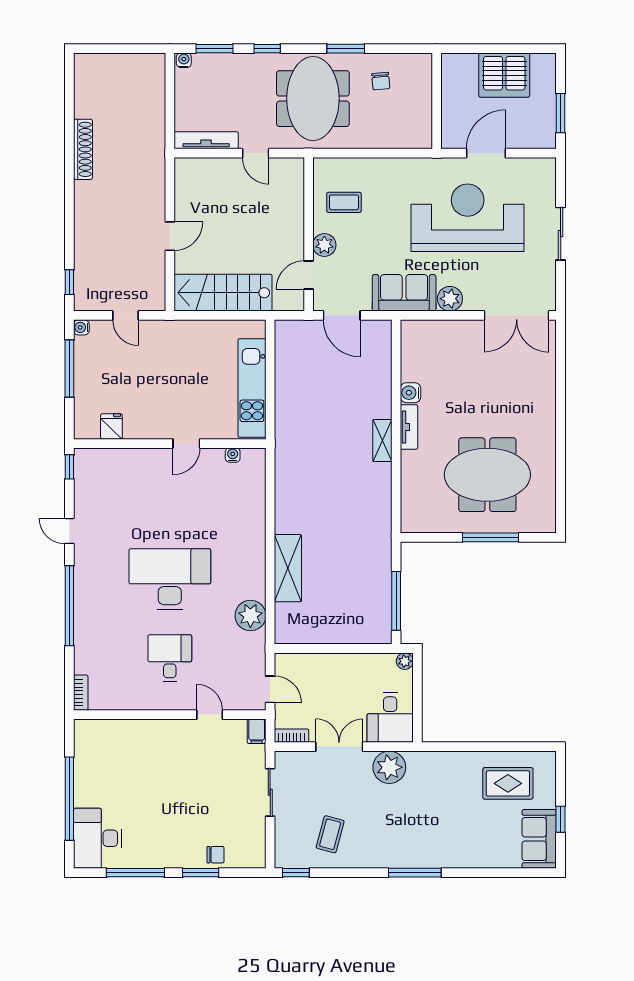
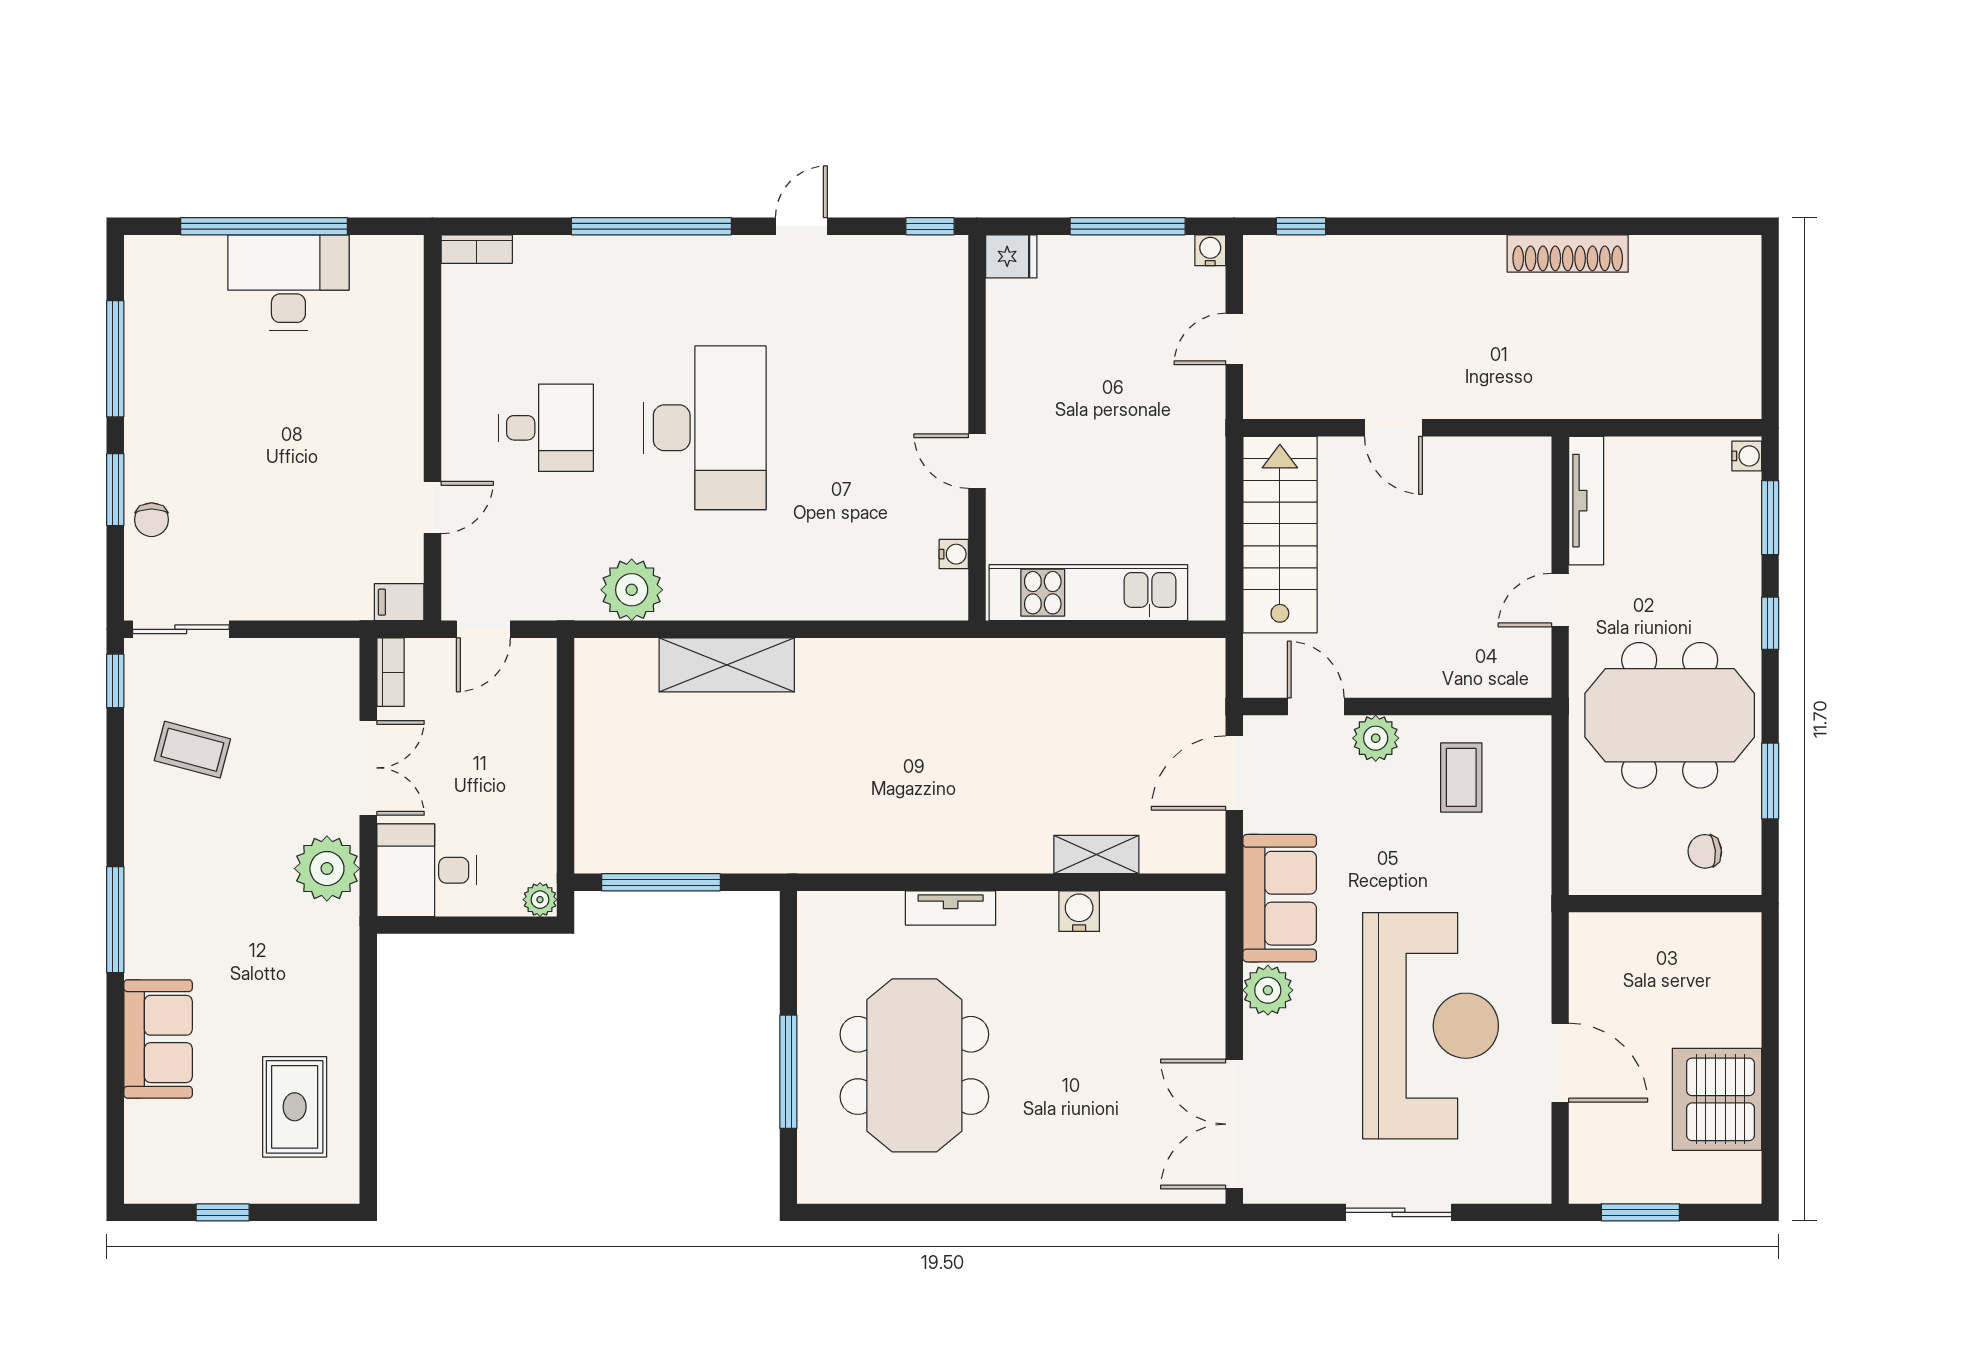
wall: (437, 101) -> (1665, 904), moved
fridge: (111, 426) -> (1011, 256), moved
tv unit: (409, 427) -> (951, 908), moved
shelving: (382, 441) -> (1096, 854), moved
sliding door: (270, 792) -> (181, 629), moved
desk: (97, 838) -> (288, 282), moved
sofa: (539, 839) -> (158, 1039), moved, turned 90

